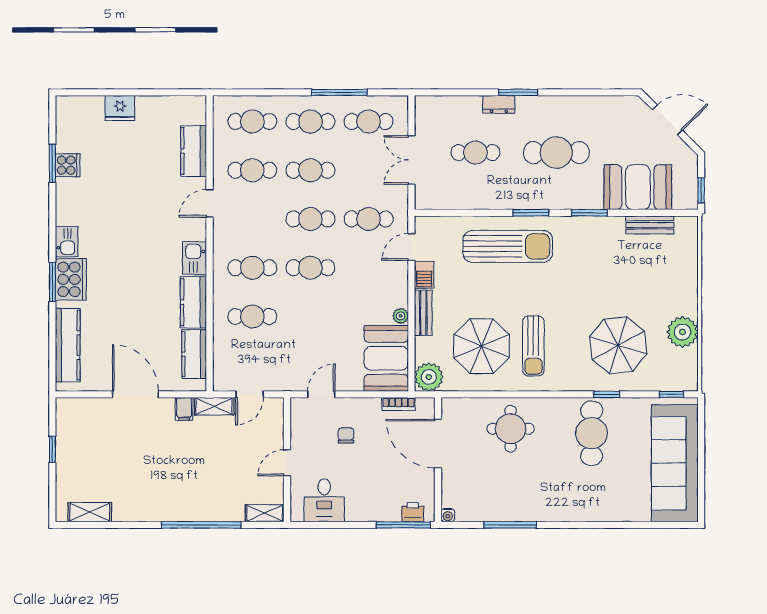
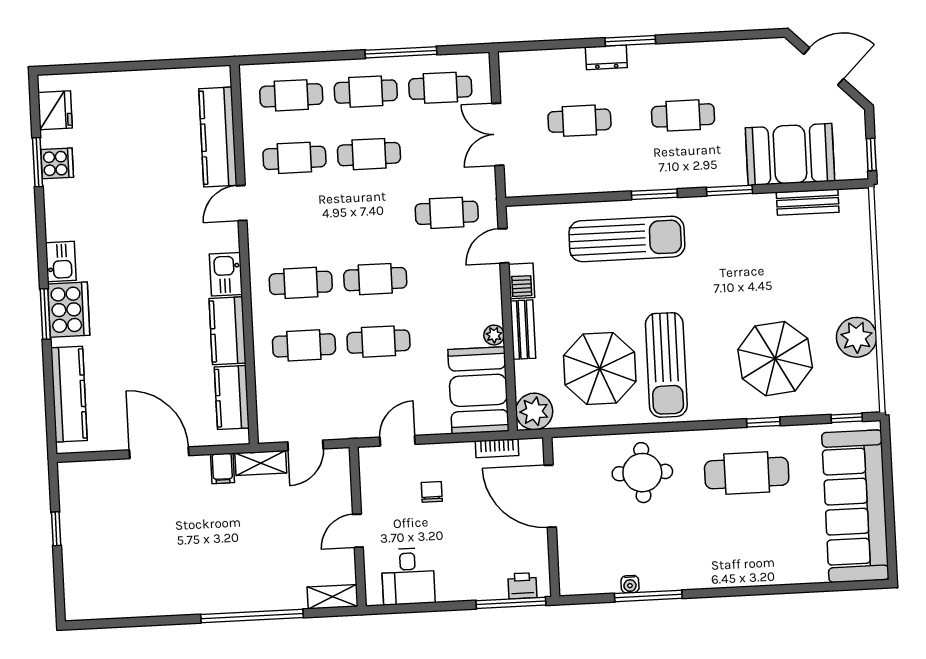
fridge: (120, 108) -> (55, 110), moved, turned -90
kitchen counter: (194, 151) -> (218, 137), width x1.50
cafe table: (556, 153) -> (683, 115), width x0.73, depth x0.74
cafe table: (310, 219) -> (378, 342), moved
sun lounger: (533, 346) -> (666, 365), width x1.36, depth x1.34
cafe table: (592, 433) -> (747, 473), turned 90
shelving: (90, 512) -> (108, 607), removed
water cooler: (448, 515) -> (630, 584), moved

